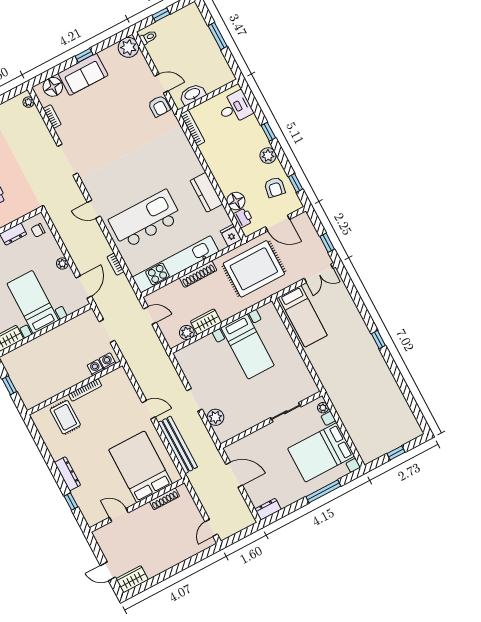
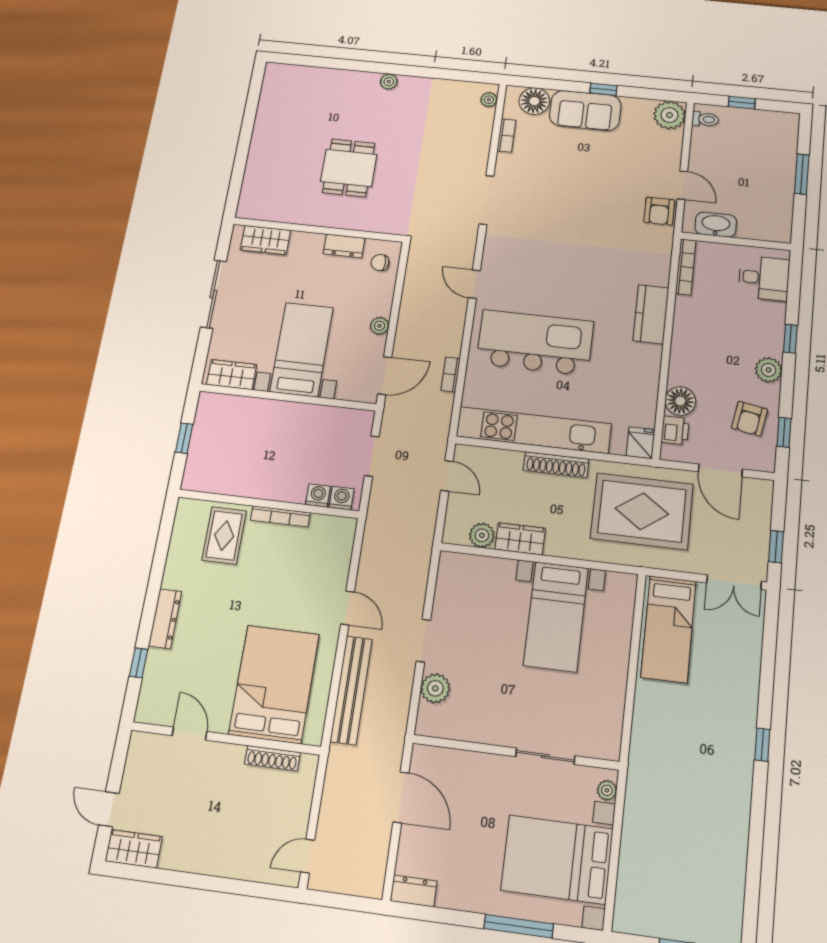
kitchen counter: (206, 192) -> (651, 314), moved

